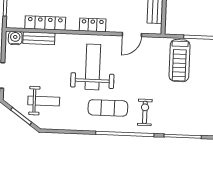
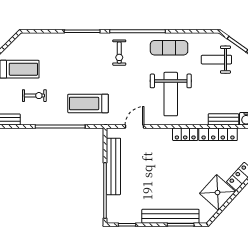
locker: (93, 25) -> (185, 134), moved
treadmill: (179, 61) -> (88, 103), turned -90
exercise mat: (108, 108) -> (169, 48), moved

